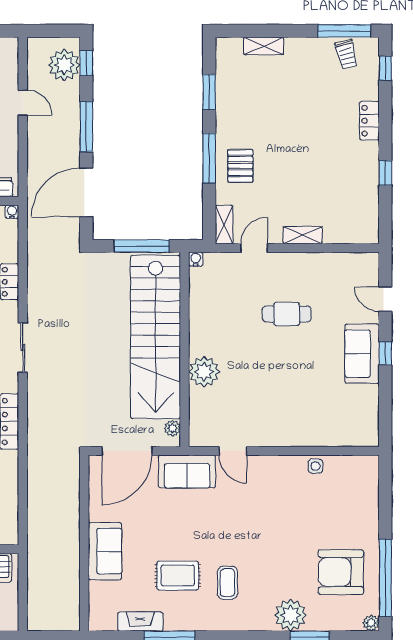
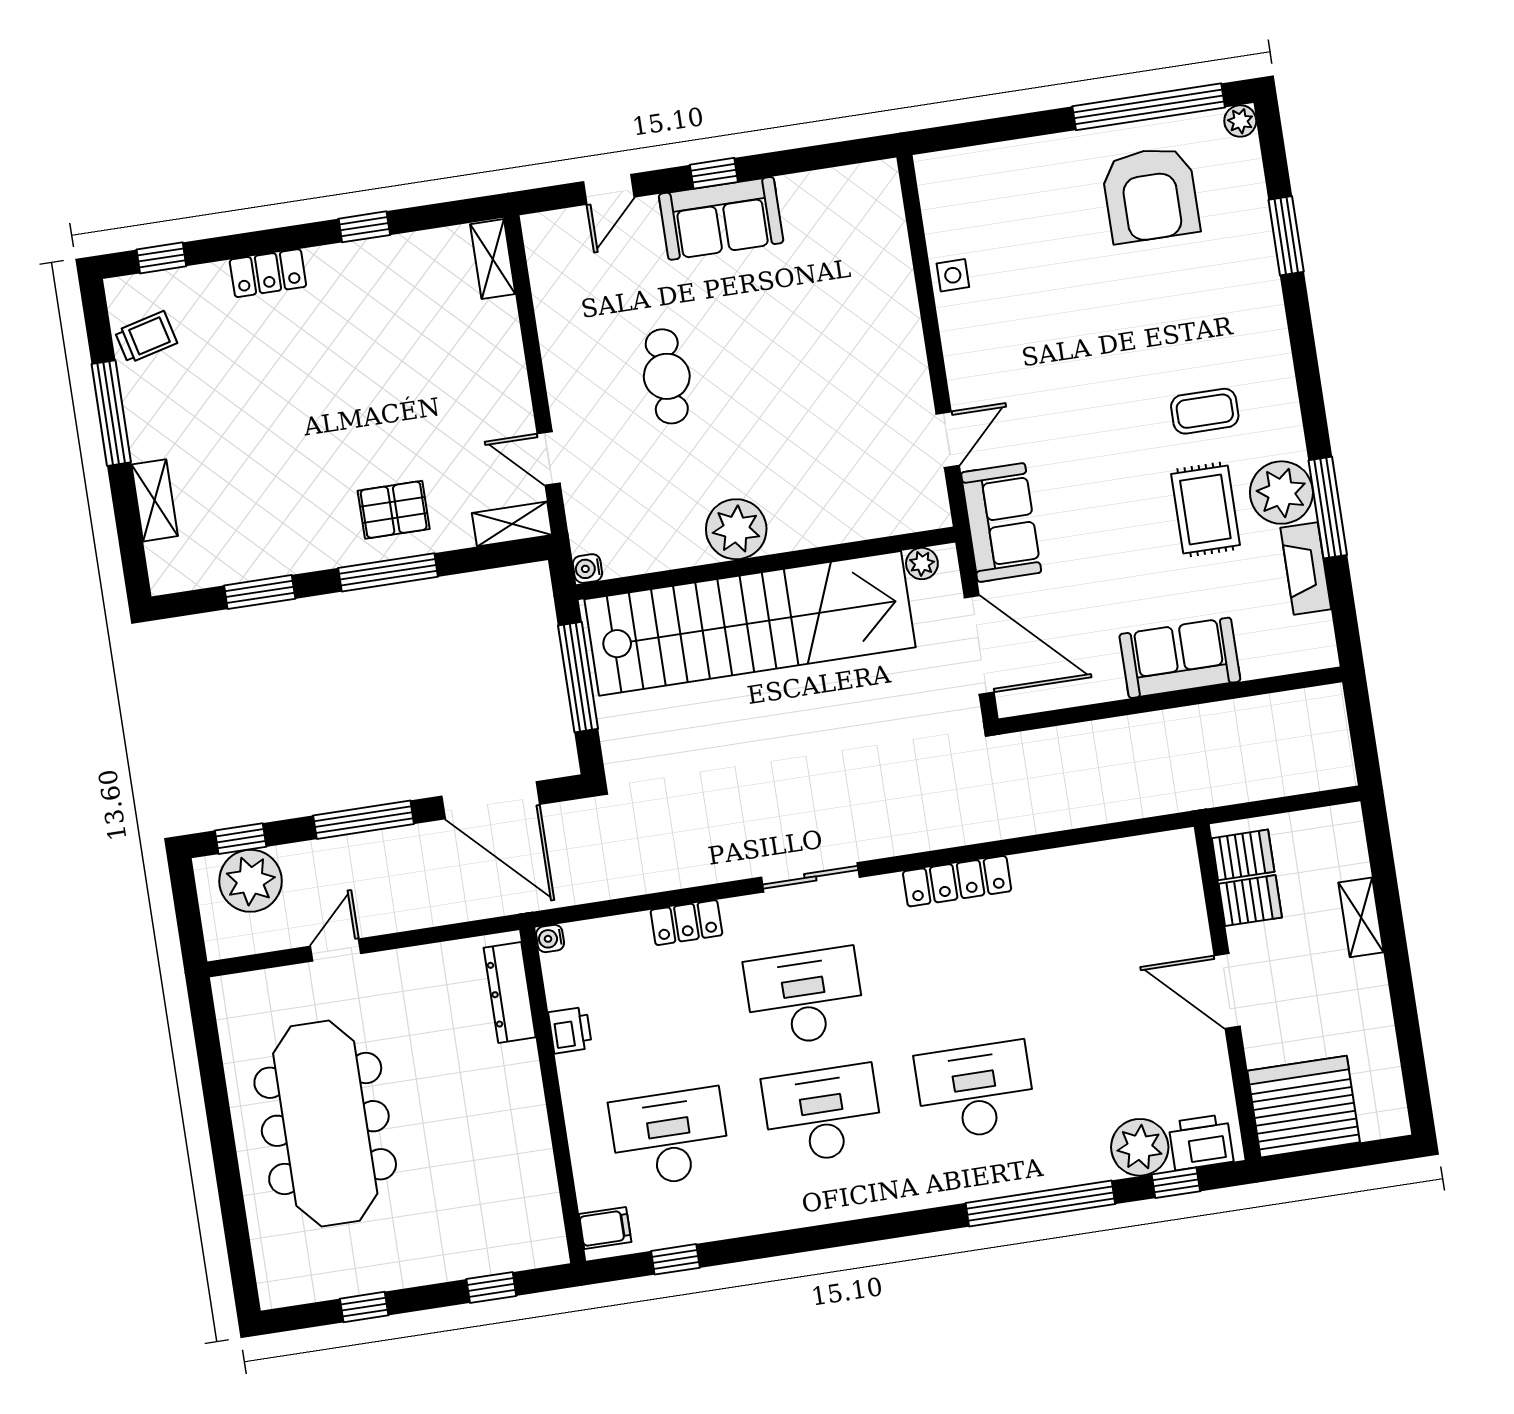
window: (344, 31) -> (111, 413), moved
shelving: (303, 235) -> (493, 259), moved
plant: (204, 372) -> (736, 529), moved
plant: (291, 615) -> (1281, 493), moved

